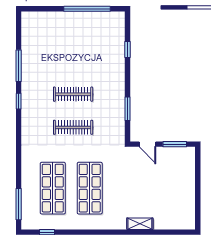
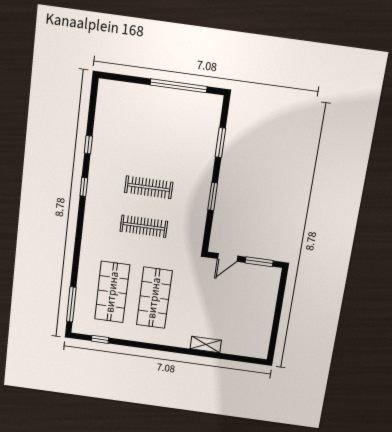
window: (127, 49) -> (220, 143), width x1.50
window: (19, 66) -> (88, 145), width x0.46
window: (127, 109) -> (213, 196), moved
door: (147, 144) -> (228, 257), hinge flipped

